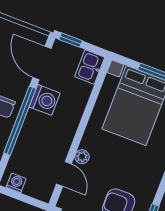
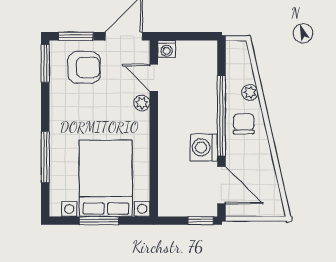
kitchen sink: (90, 67) -> (170, 200), removed
washing machine: (16, 183) -> (167, 49), moved

